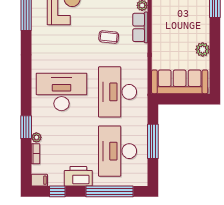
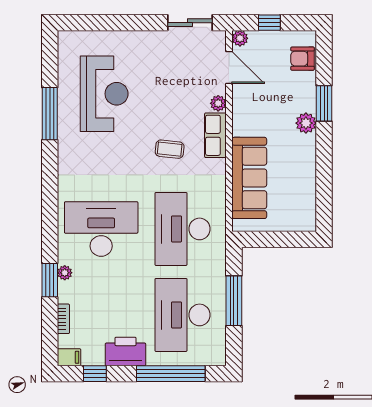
plant: (203, 49) -> (306, 123), moved
sofa: (180, 82) -> (249, 178), moved, turned 90
plant: (36, 137) -> (65, 273), moved

